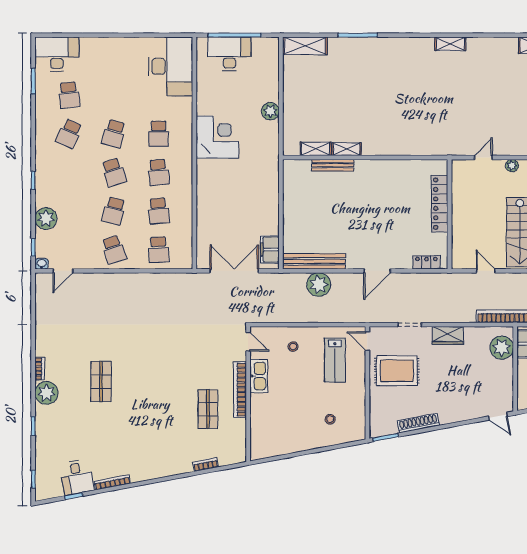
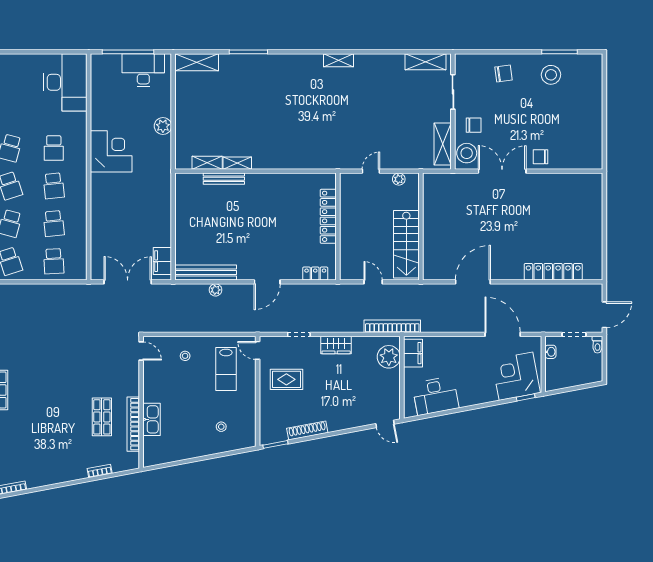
desk: (229, 54) -> (143, 70), moved
plant: (319, 285) -> (216, 290), width x0.53, depth x0.53
rug: (397, 371) -> (286, 379), width x0.73, depth x0.70
kitchen sink: (259, 376) -> (151, 419), moved
bookcase: (240, 390) -> (133, 424), moved

